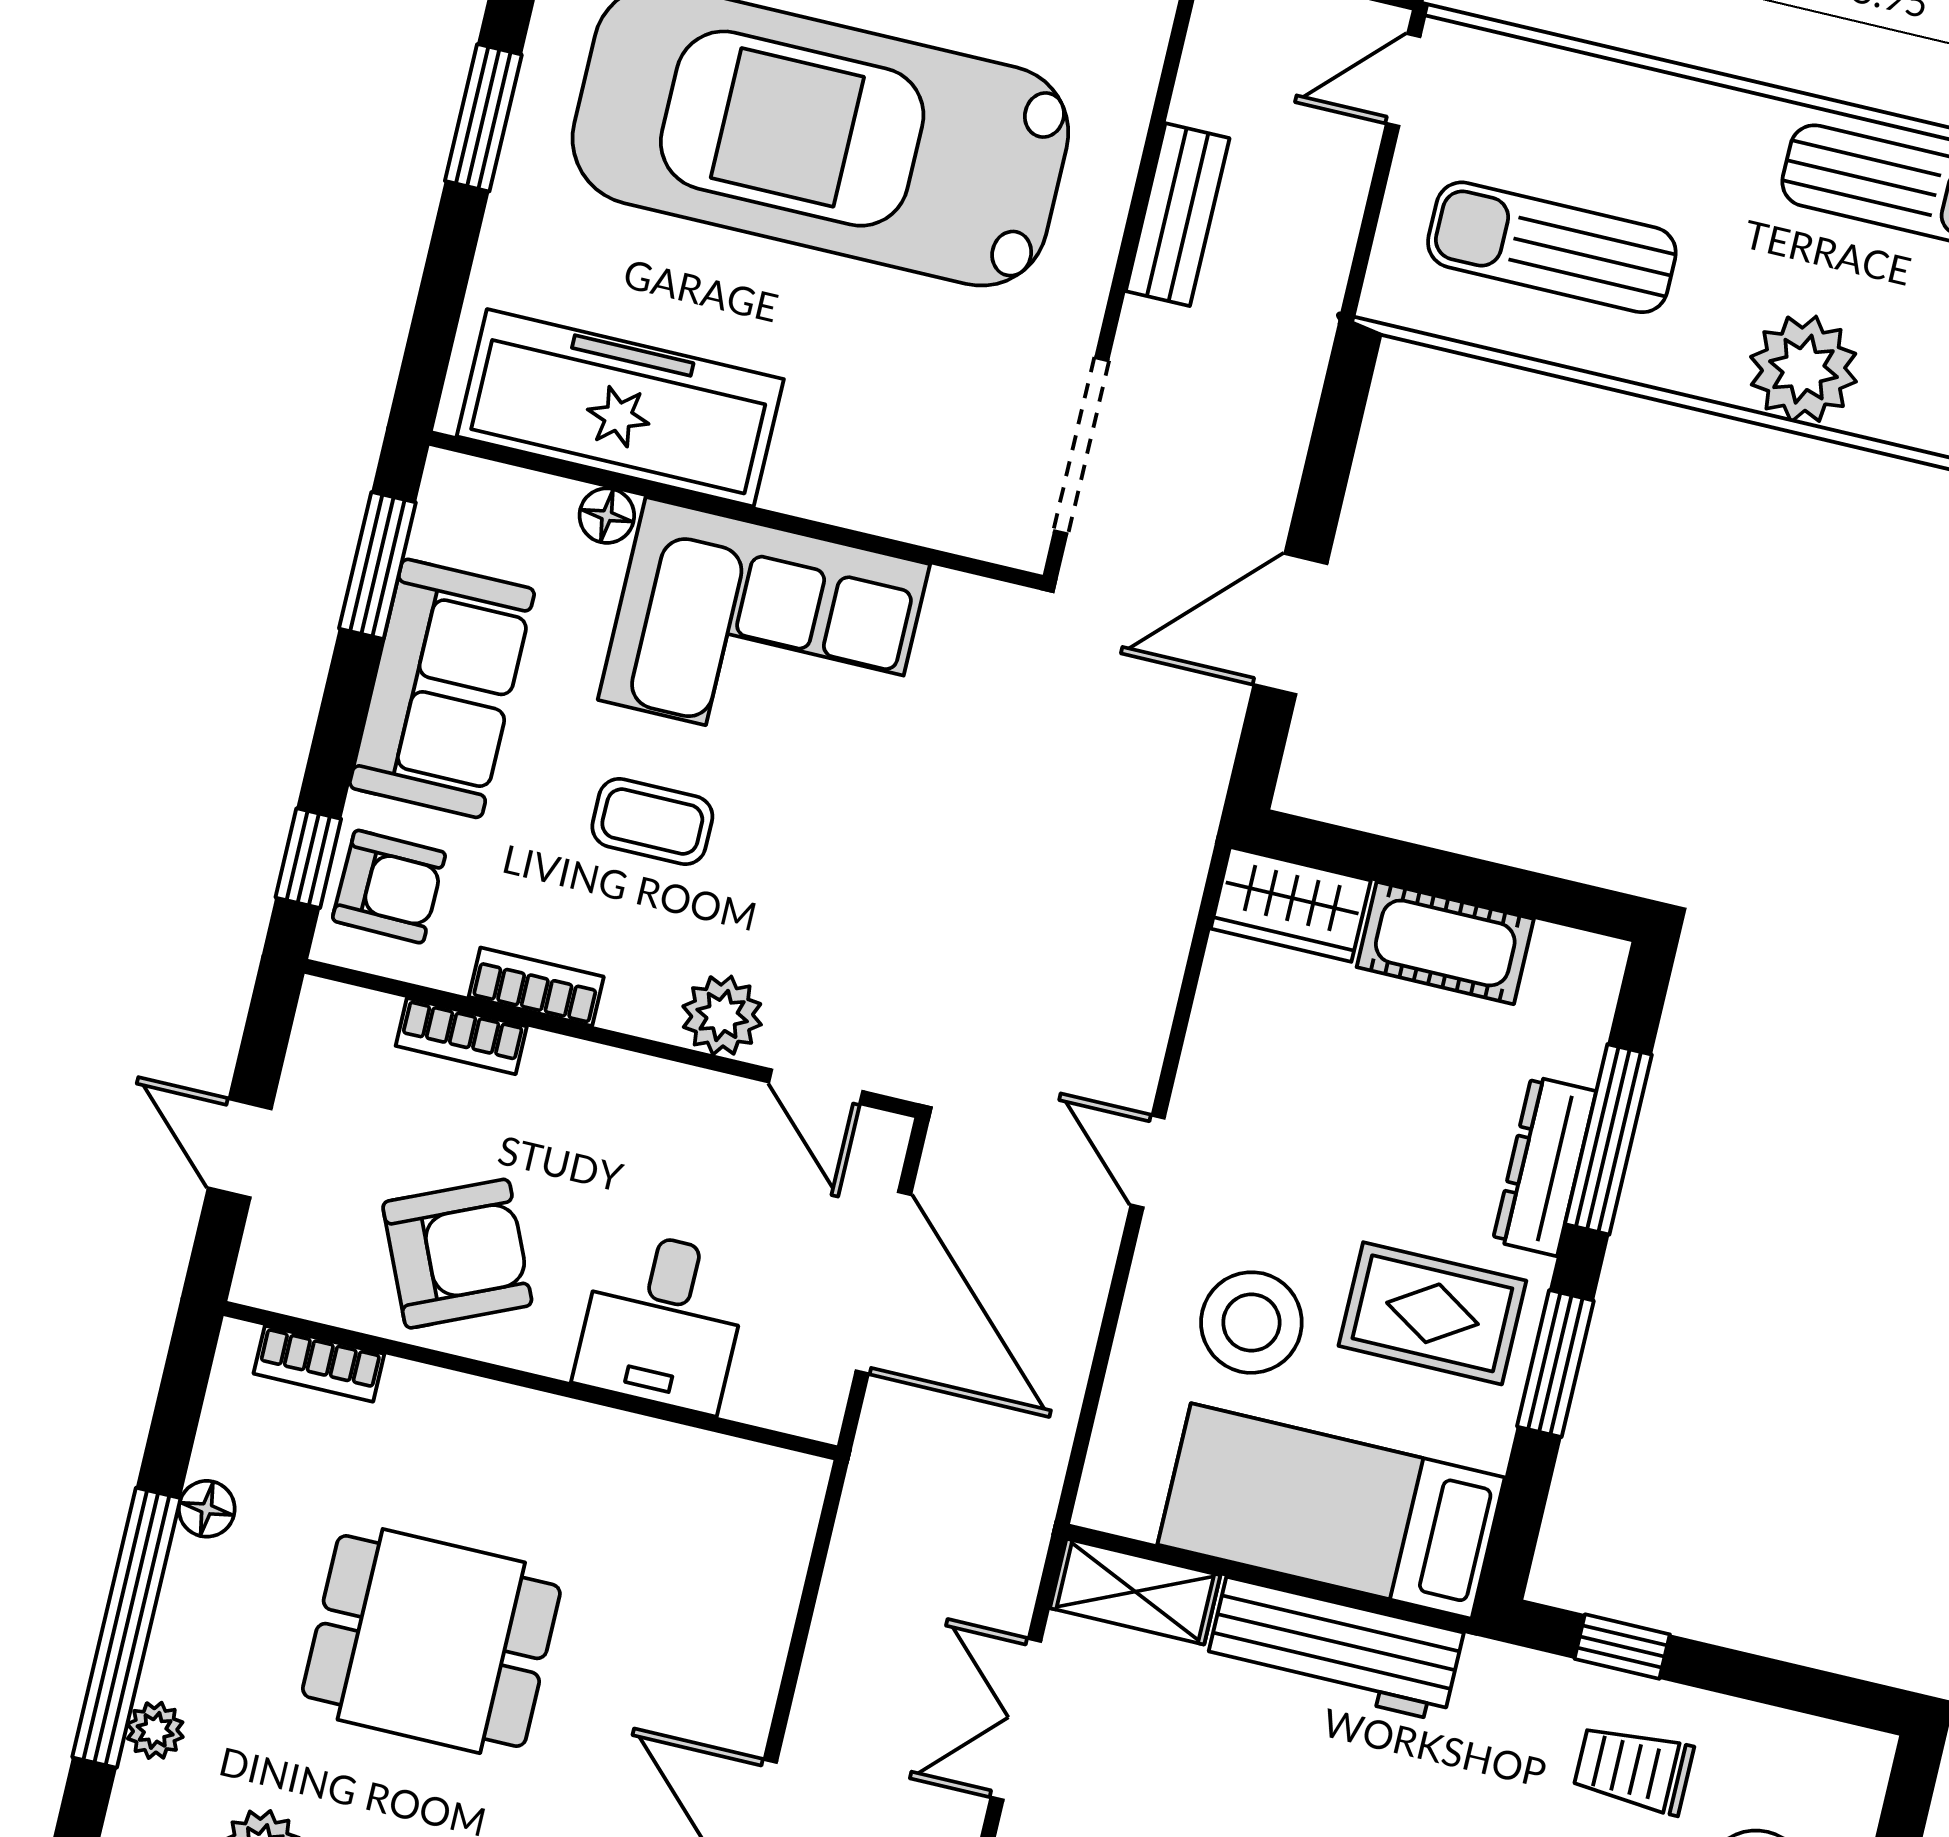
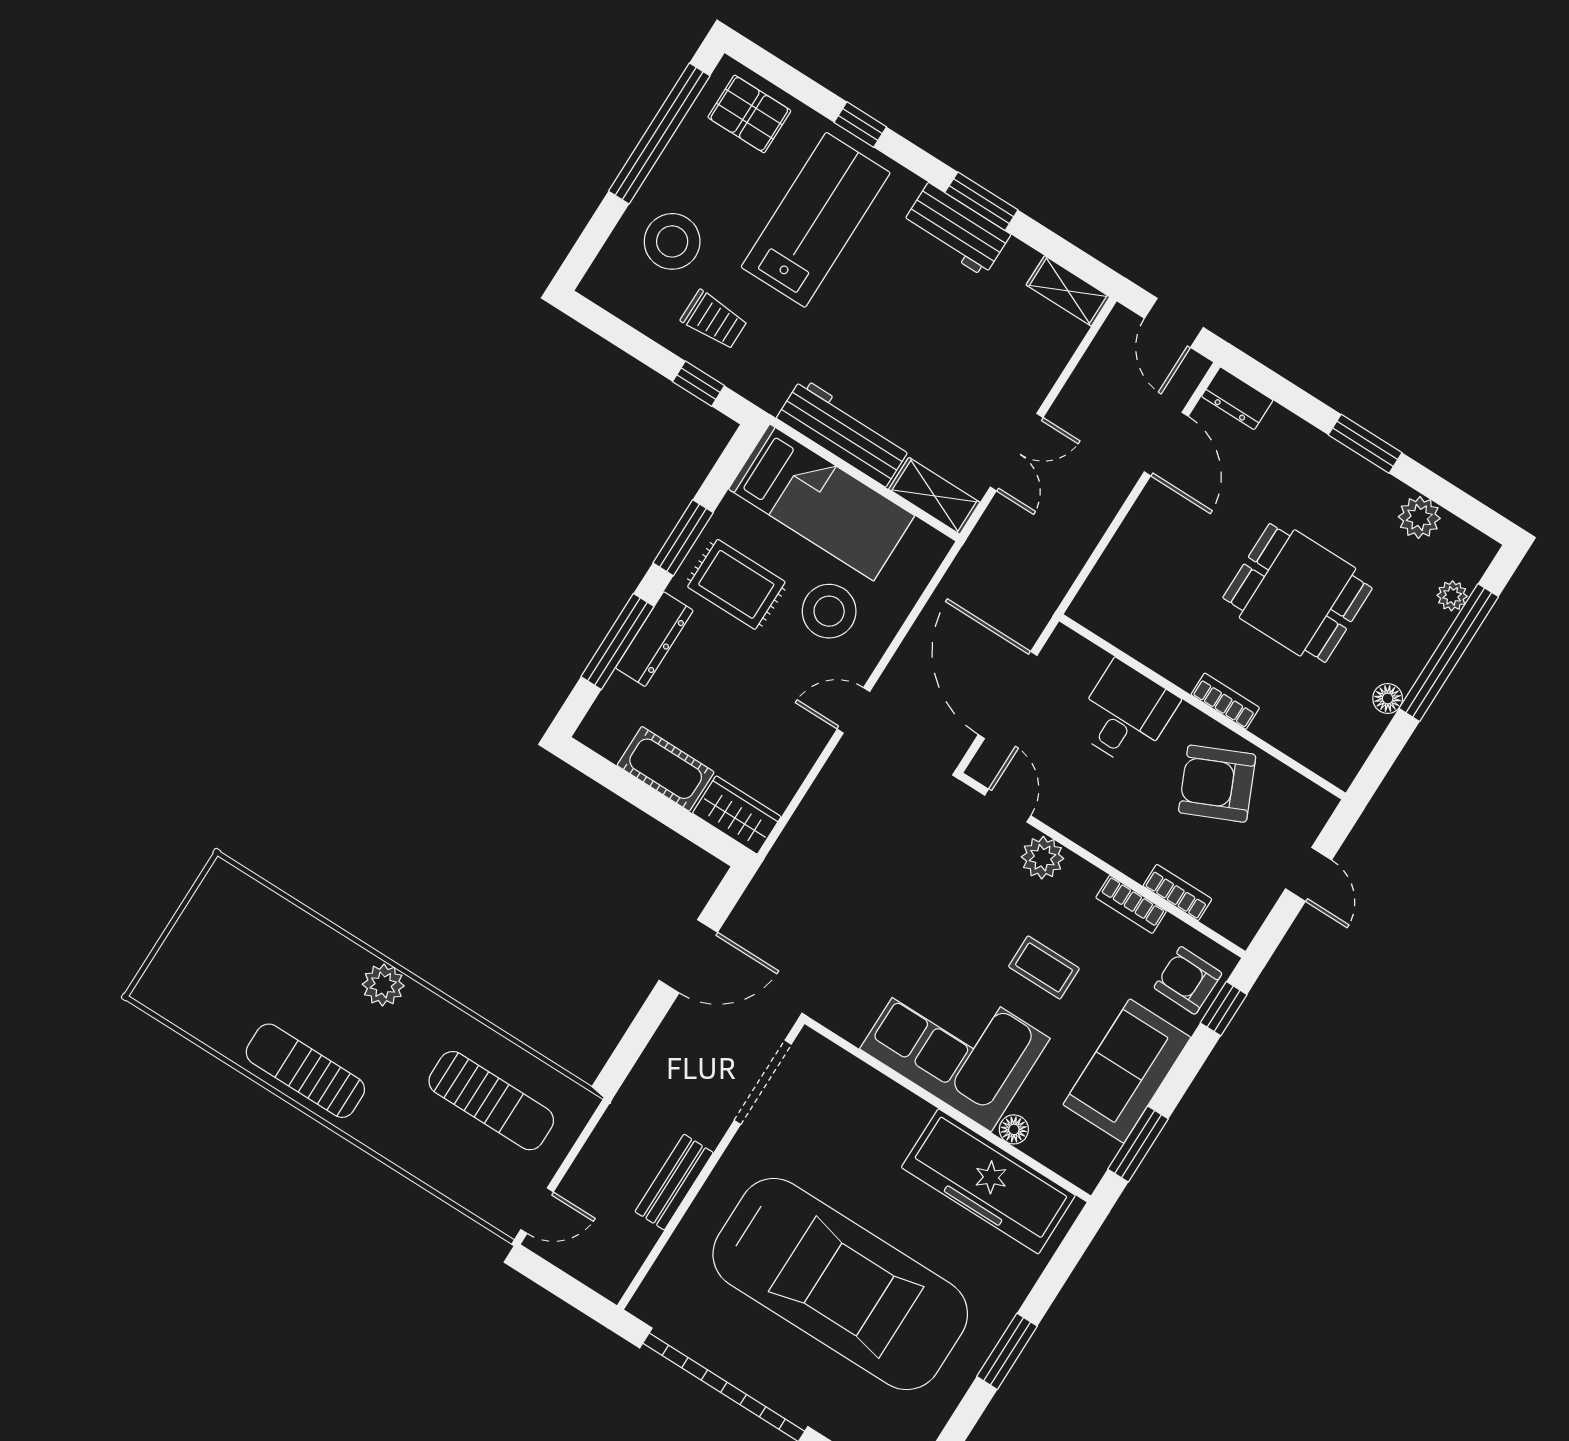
plant: (1804, 369) -> (383, 985), width x0.73, depth x0.73
door: (1148, 1161) -> (853, 710), swing flipped
bookcase: (319, 1364) -> (1225, 701), moved

